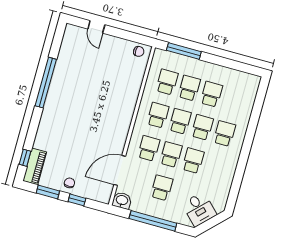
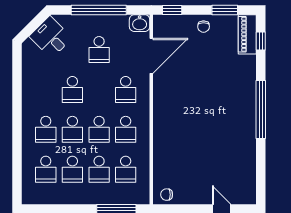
window: (46, 83) -> (261, 110), moved
school desk: (171, 155) -> (46, 169), moved
window: (77, 200) -> (172, 10), moved

